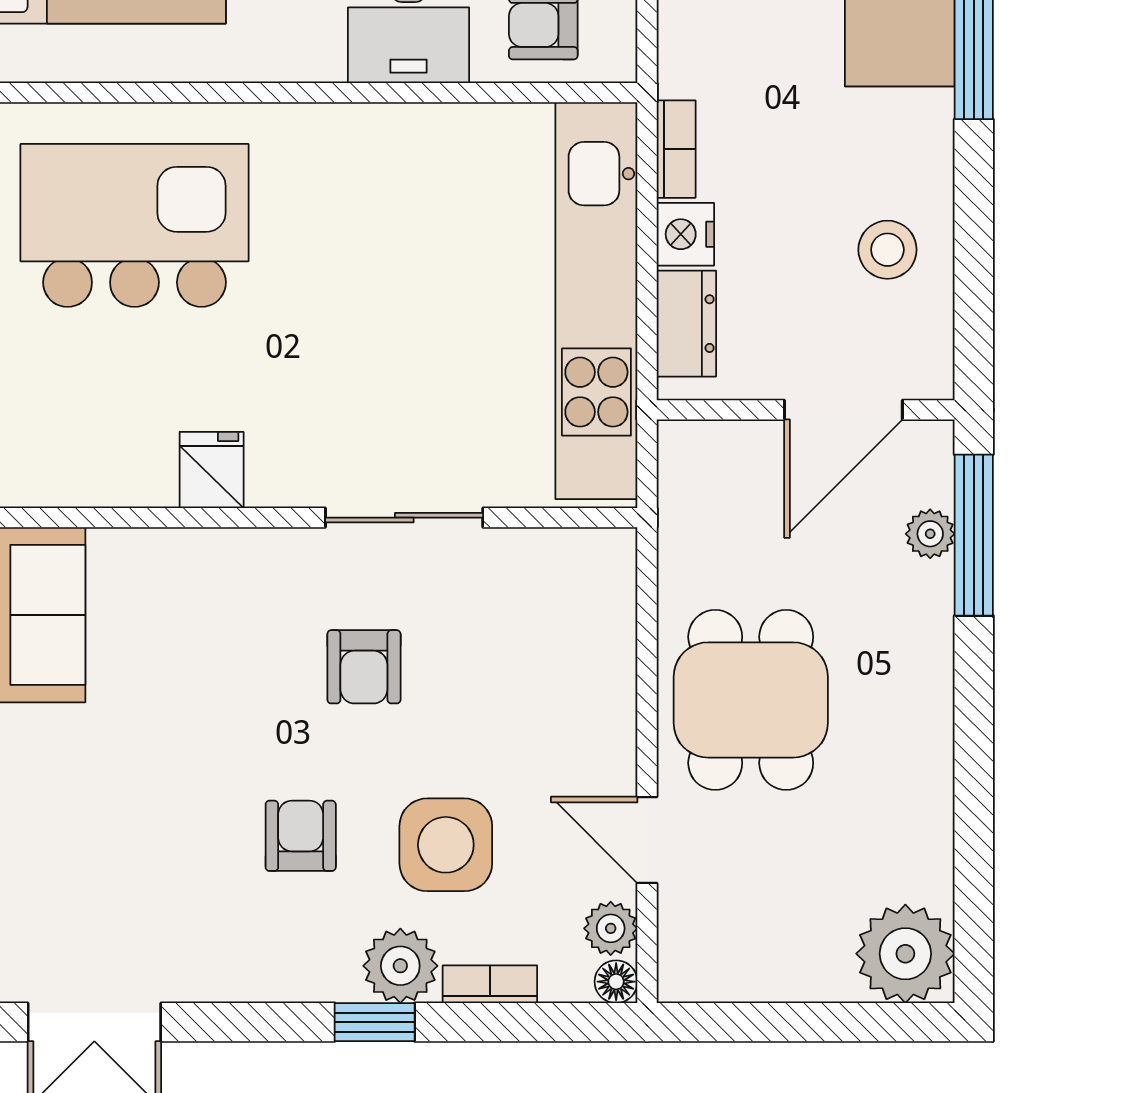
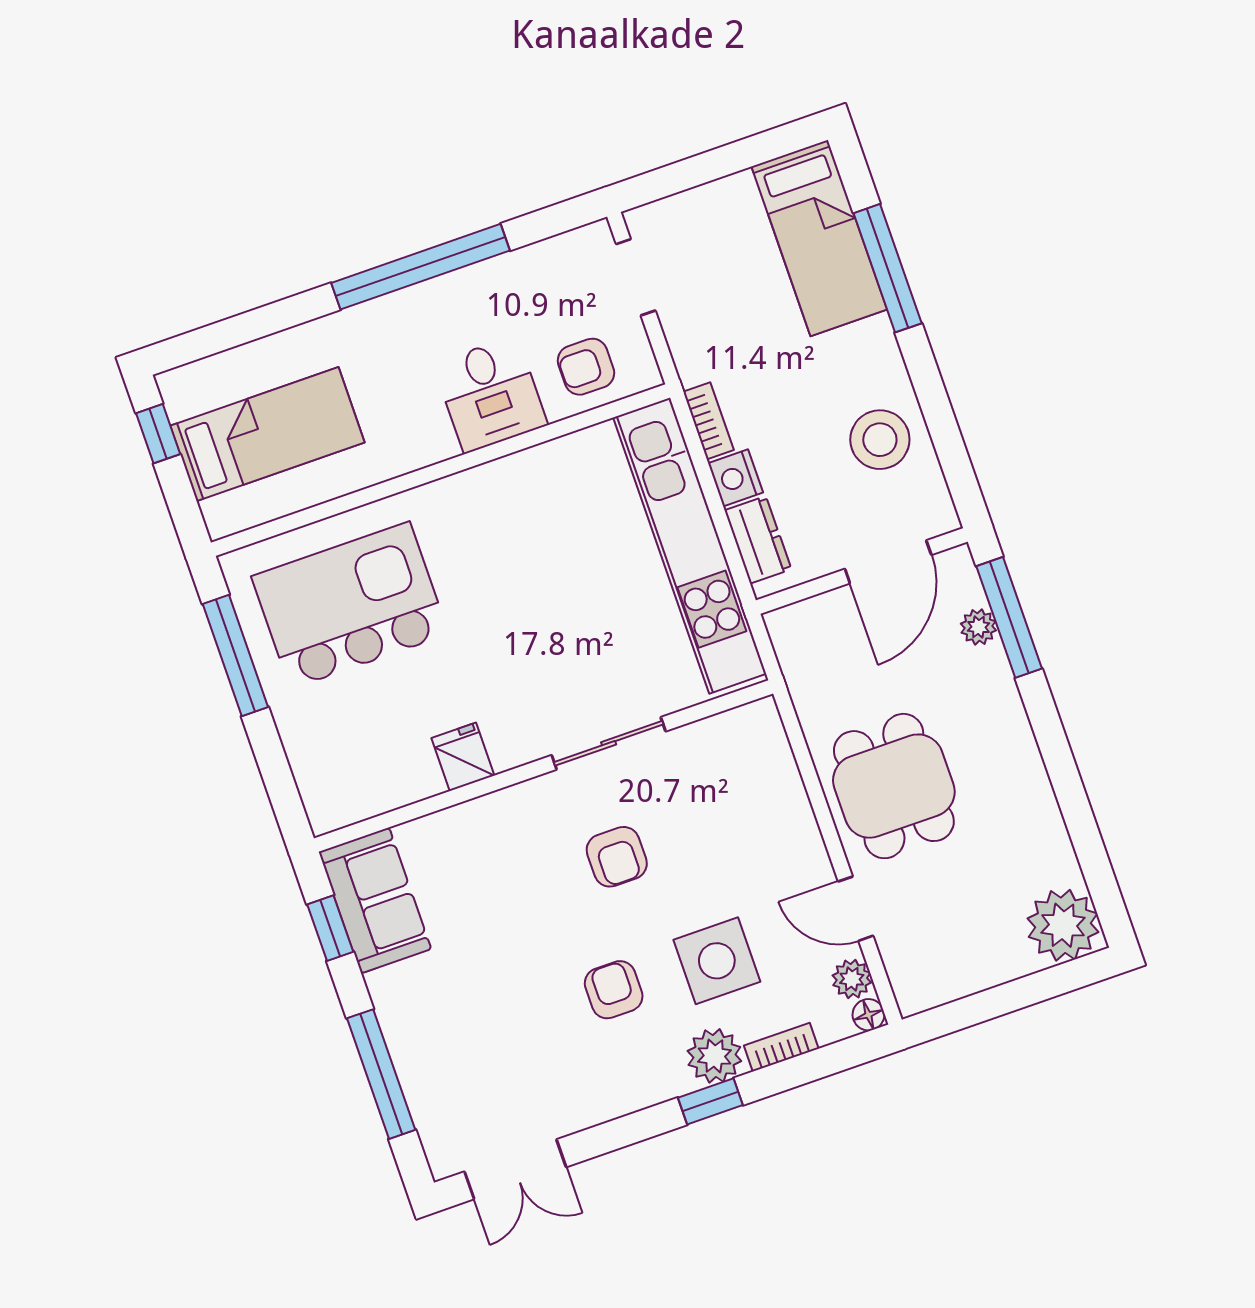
stool: (887, 250) -> (880, 440), width x1.38, depth x1.38

